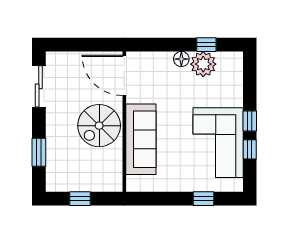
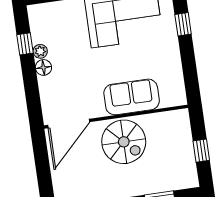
plant: (203, 64) -> (40, 51), width x0.53, depth x0.53
sofa: (141, 139) -> (132, 97), width x0.73

